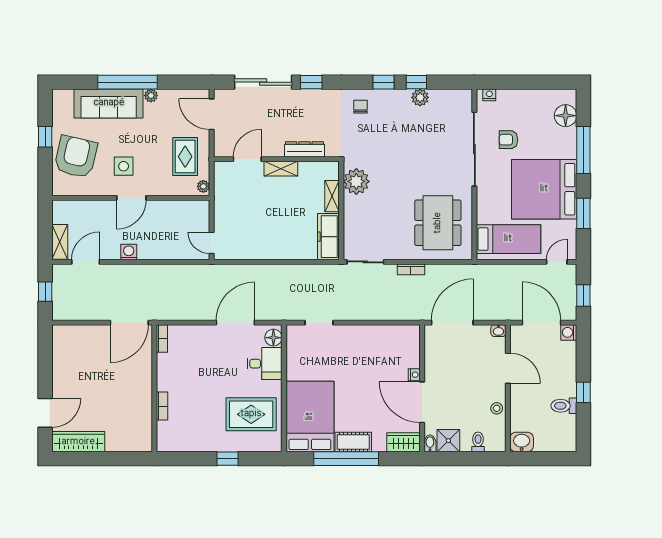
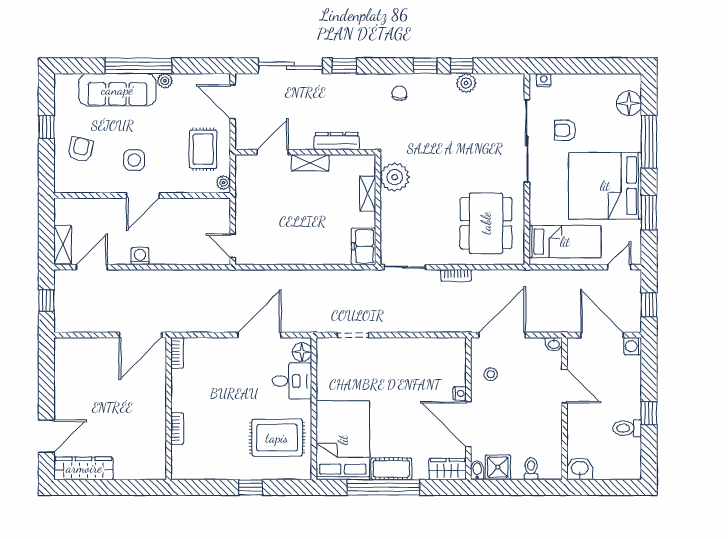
armchair: (76, 157) -> (81, 149), width x0.53, depth x0.53
freezer: (328, 237) -> (364, 246), width x0.71
stool: (497, 408) -> (491, 374), moved

